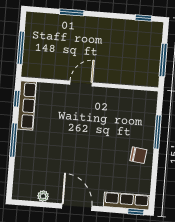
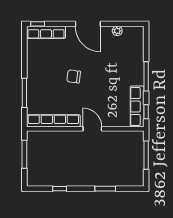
window: (143, 18) -> (60, 189), moved
door: (81, 83) -> (92, 129), swing flipped
row of seats: (126, 96) -> (53, 121), added
chair: (138, 155) -> (74, 76), moved

